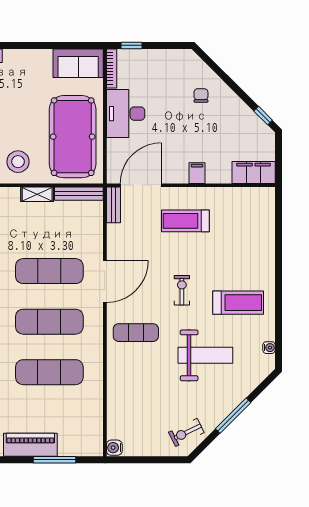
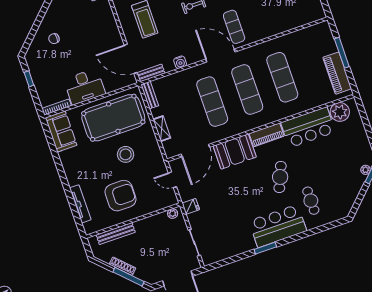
window: (132, 45) -> (29, 79), moved
stool: (18, 162) -> (126, 154), moved
filing cabinet: (197, 173) -> (109, 23), removed
bench: (79, 194) -> (150, 95), width x0.73
door: (105, 281) -> (220, 56), moved
water cooler: (114, 448) -> (180, 62), moved

